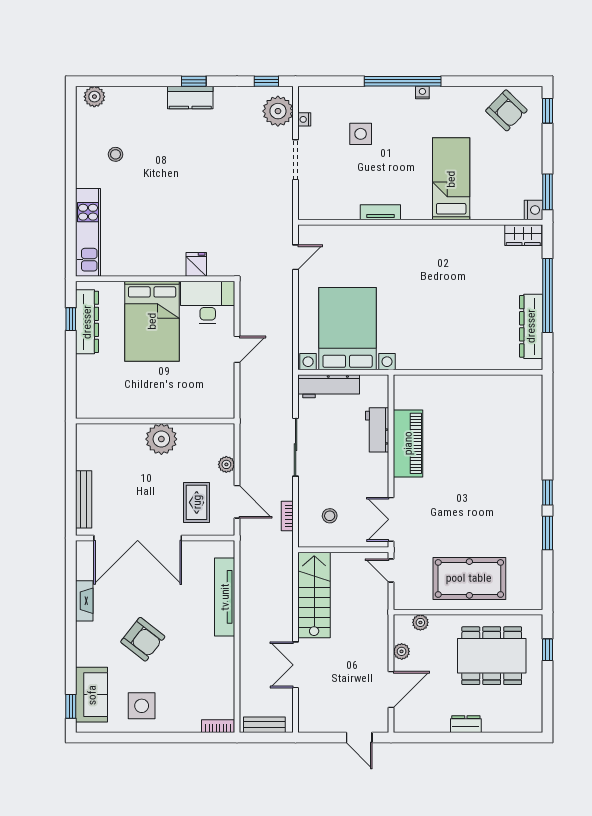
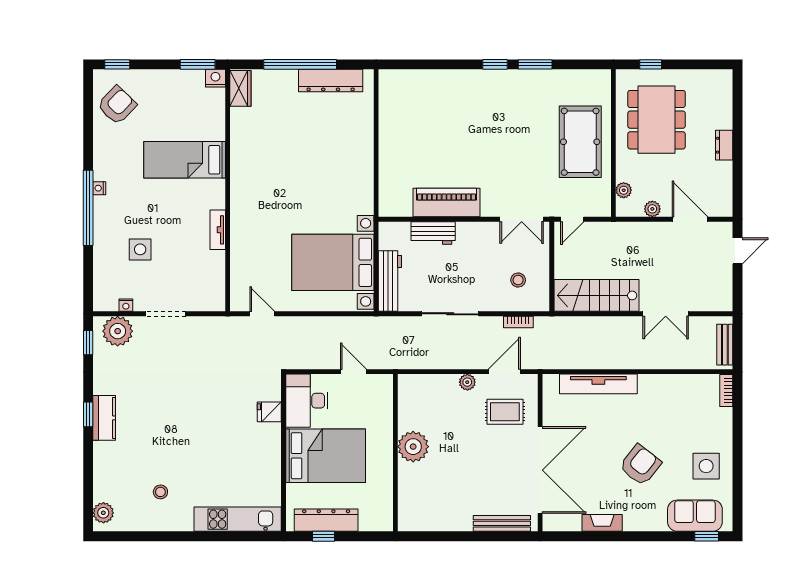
wall: (155, 421) -> (395, 453), moved
plant: (161, 439) -> (413, 447), moved

